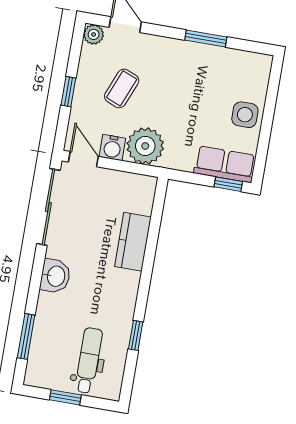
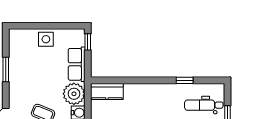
row of seats: (225, 164) -> (77, 64), moved
kitchen counter: (133, 242) -> (107, 91), moved

